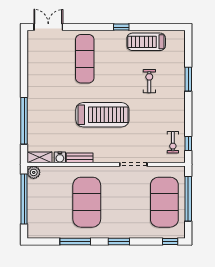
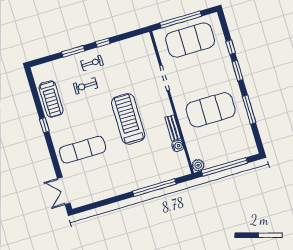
exercise bike: (173, 142) -> (92, 63), moved
window: (188, 144) -> (103, 43), moved
shelving: (40, 157) -> (183, 164), removed
window: (170, 241) -> (231, 47), moved

